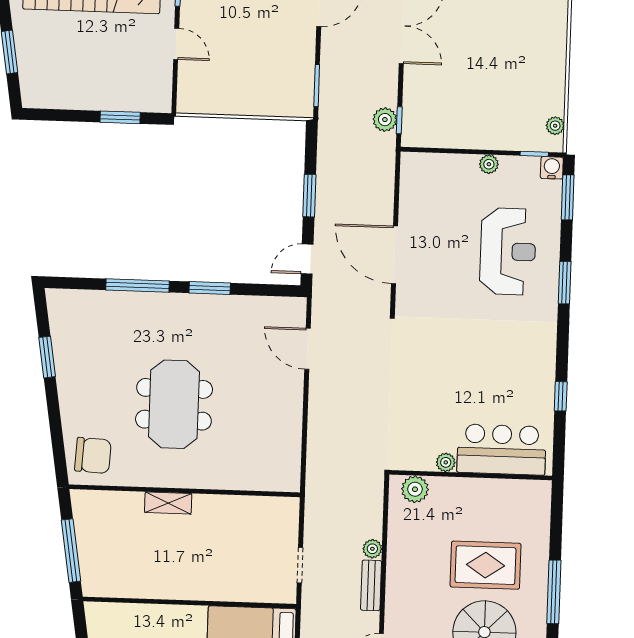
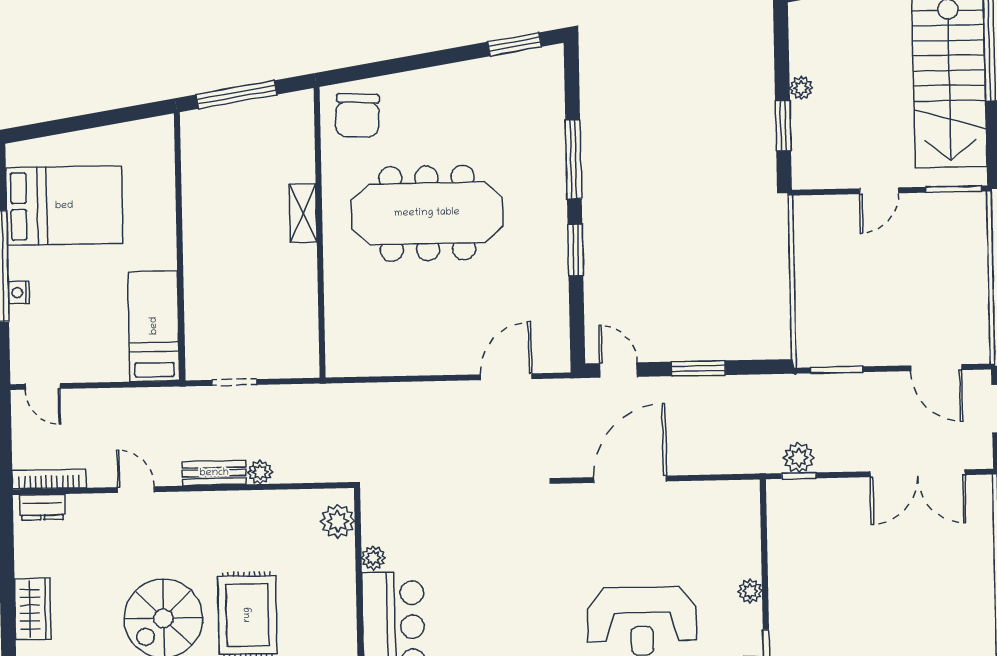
plant: (91, 101) -> (801, 88), added
window: (47, 357) -> (514, 44), moved
meeting table: (174, 404) -> (427, 213), width x1.36

